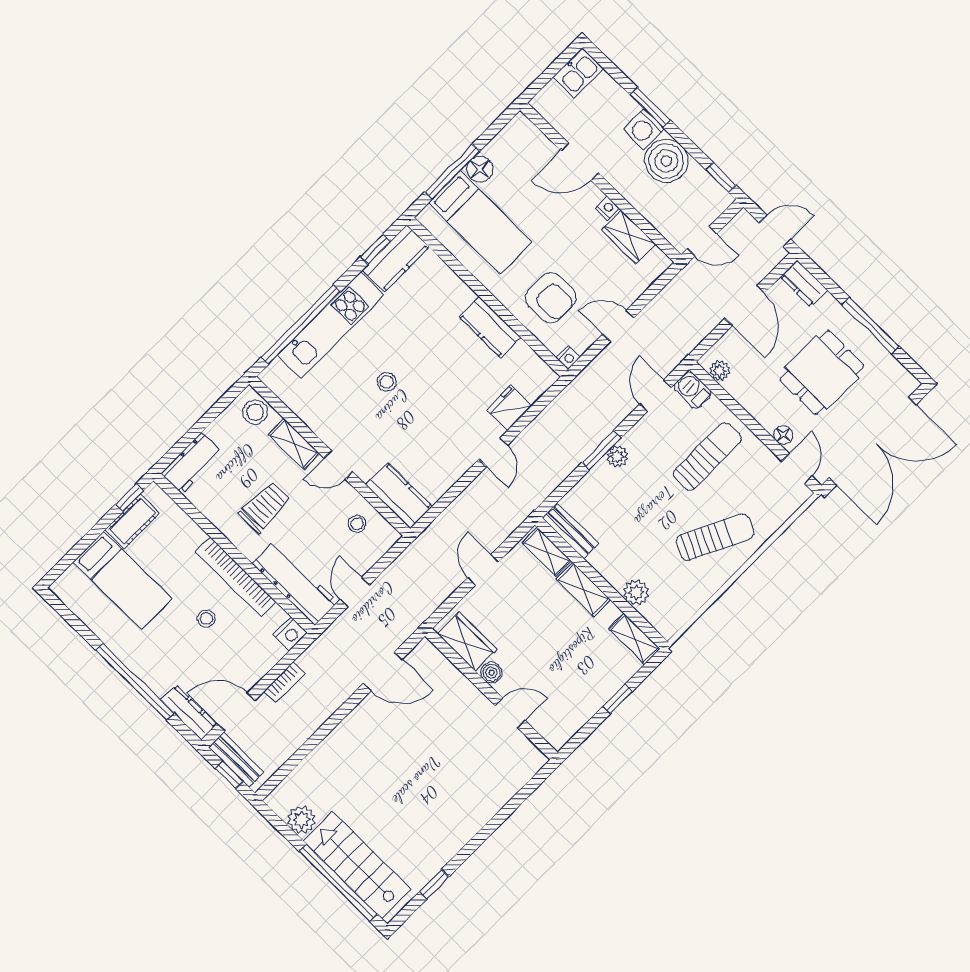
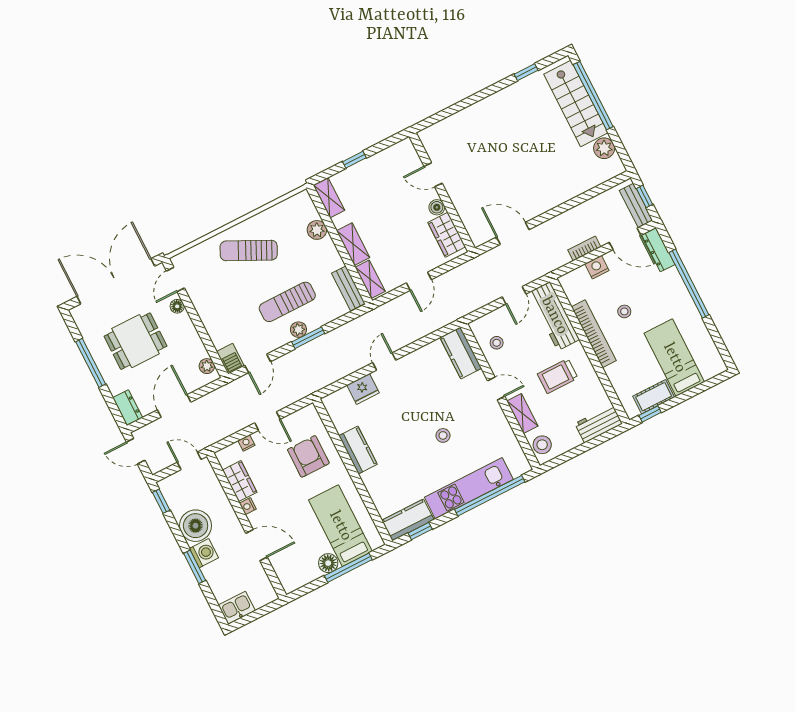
nightstand: (568, 357) -> (246, 443), moved
sun lounger: (707, 457) -> (287, 302), moved
nightstand: (290, 634) -> (597, 267), moved

